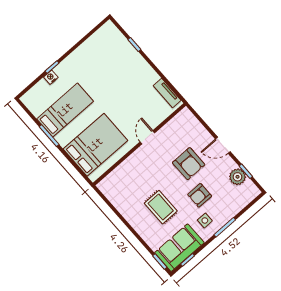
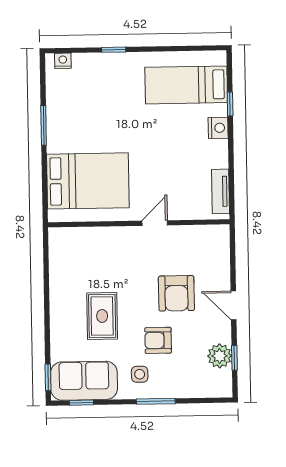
nightstand: (139, 62) -> (218, 128), added
nightstand: (51, 77) -> (63, 61), moved
bed: (65, 110) -> (186, 85), moved, turned 180

